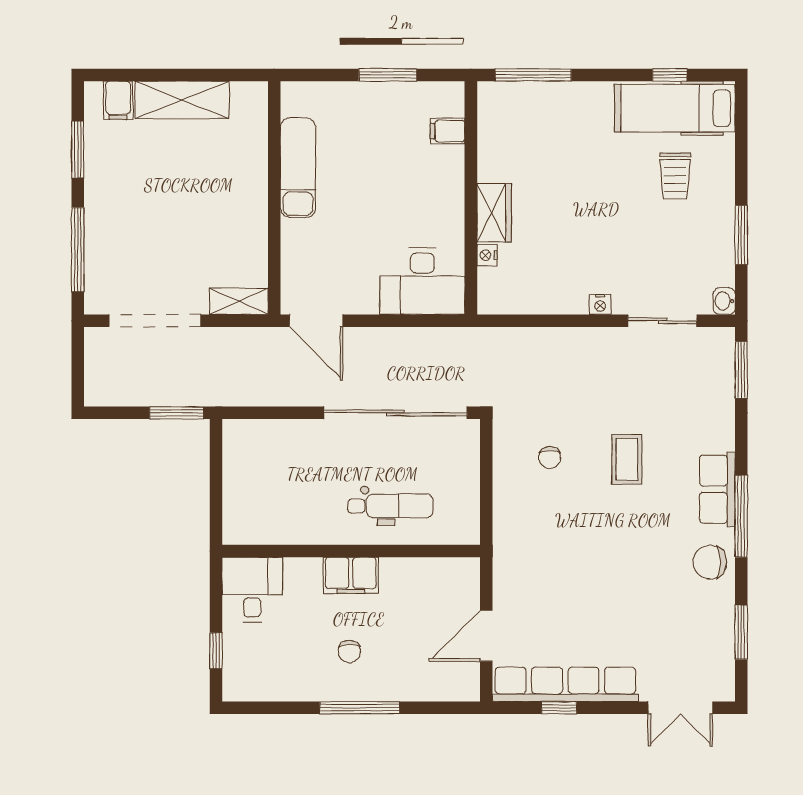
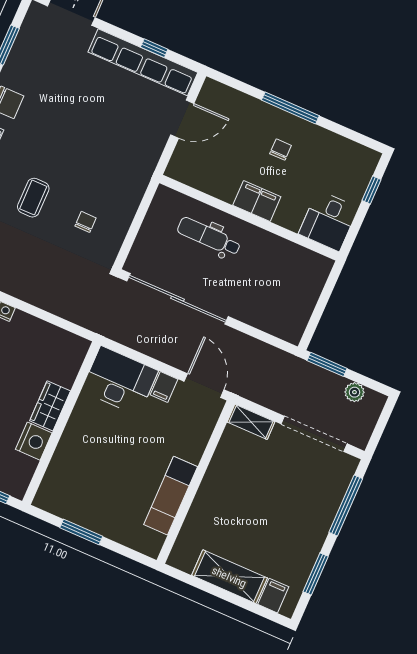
filing cabinet: (448, 131) -> (164, 387), moved, turned 90
nightstand: (487, 255) -> (34, 441), moved, width x1.89, depth x1.79
plant: (128, 394) -> (354, 392), added

